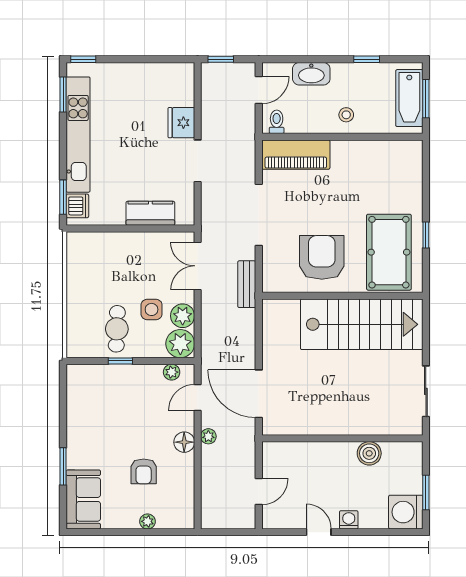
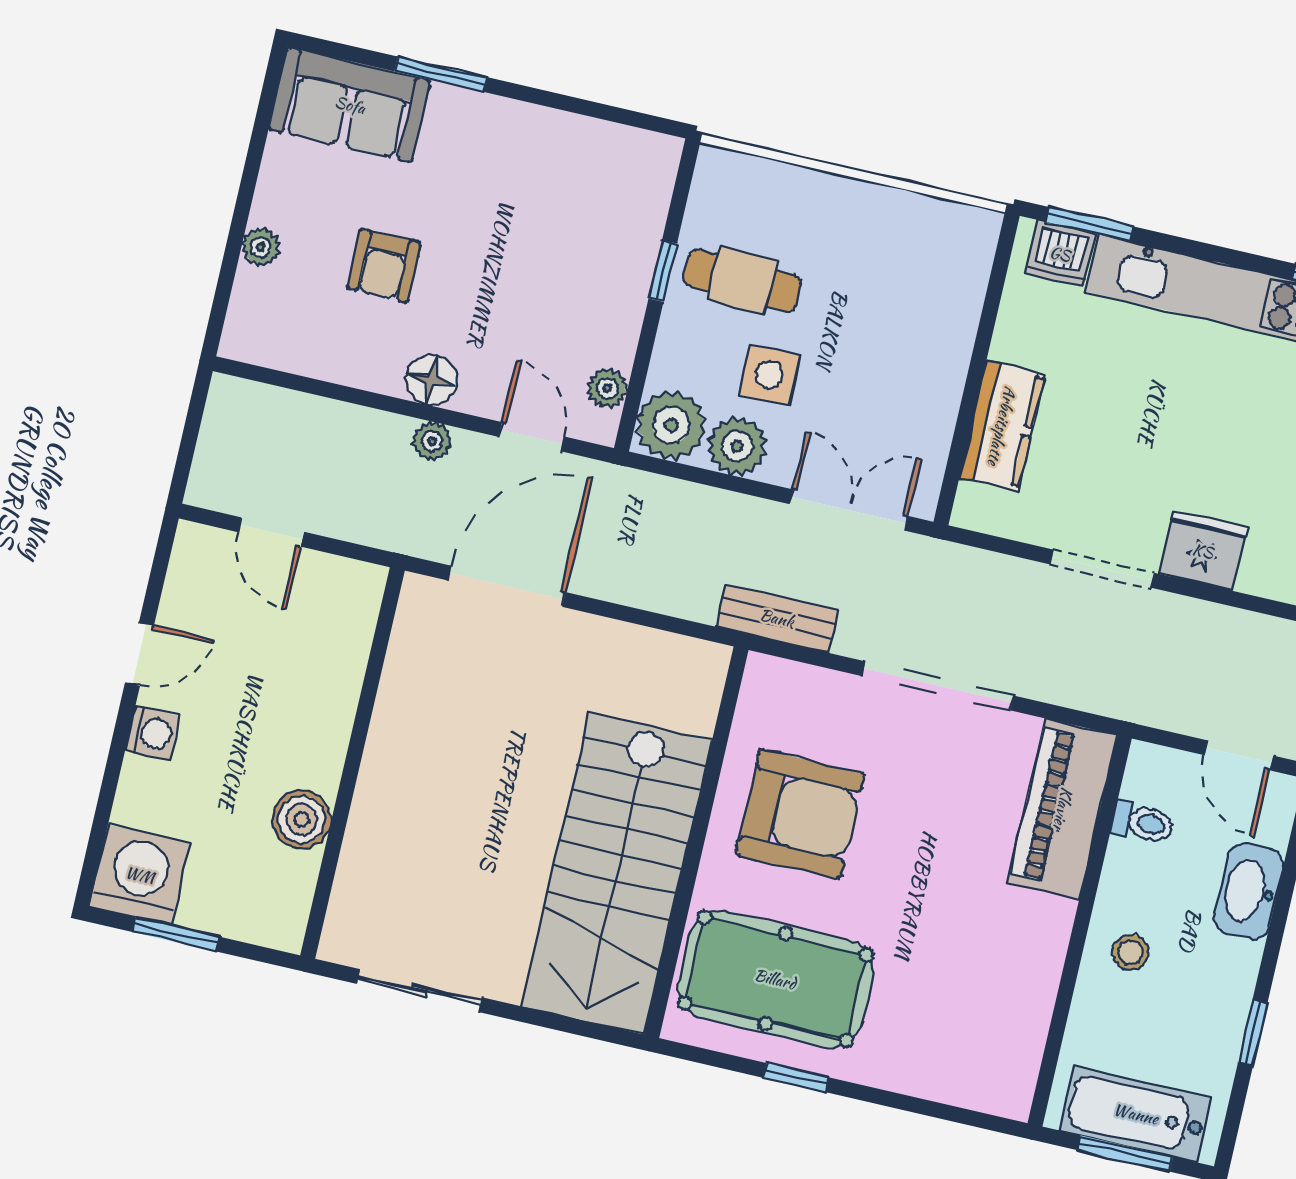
toilet: (277, 122) -> (1143, 822), moved
armchair: (144, 471) -> (384, 265), turned -90

